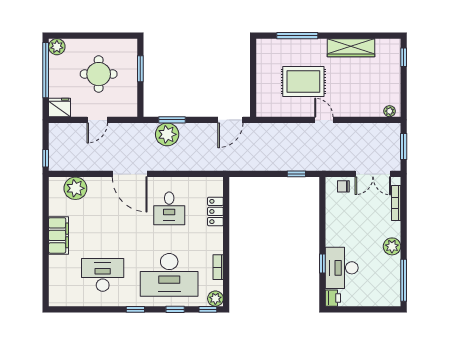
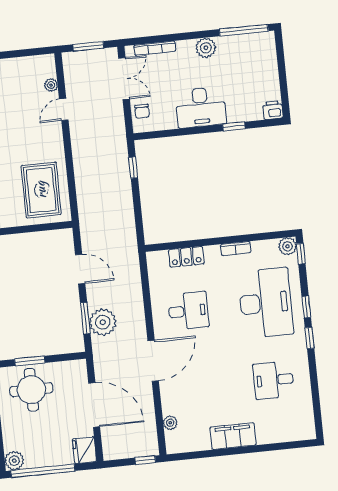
round table: (99, 74) -> (31, 390), moved
rug: (303, 81) -> (41, 190), moved
plant: (390, 111) -> (51, 85), moved
door: (97, 120) -> (94, 405), width x1.88
door: (230, 120) -> (80, 269), moved
door: (324, 120) -> (64, 109), moved
plant: (75, 188) -> (170, 423), width x0.53, depth x0.53
bookcase: (218, 267) -> (236, 249), moved
desk: (342, 268) -> (201, 107), moved
desk: (103, 275) -> (274, 380), width x0.73
window: (175, 309) -> (306, 307), moved

